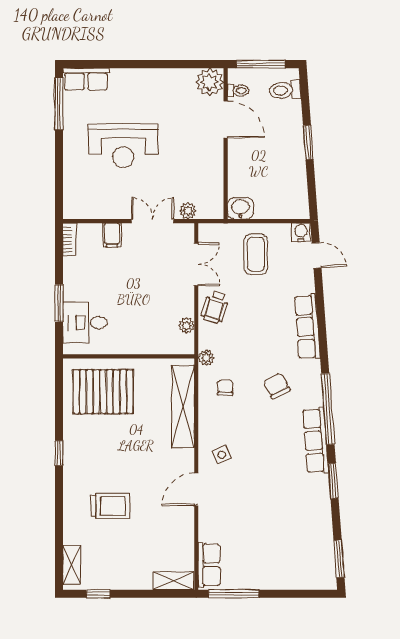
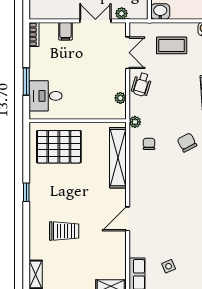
coffee table: (256, 254) -> (172, 45), turned 90
side table: (222, 455) -> (169, 266), moved

